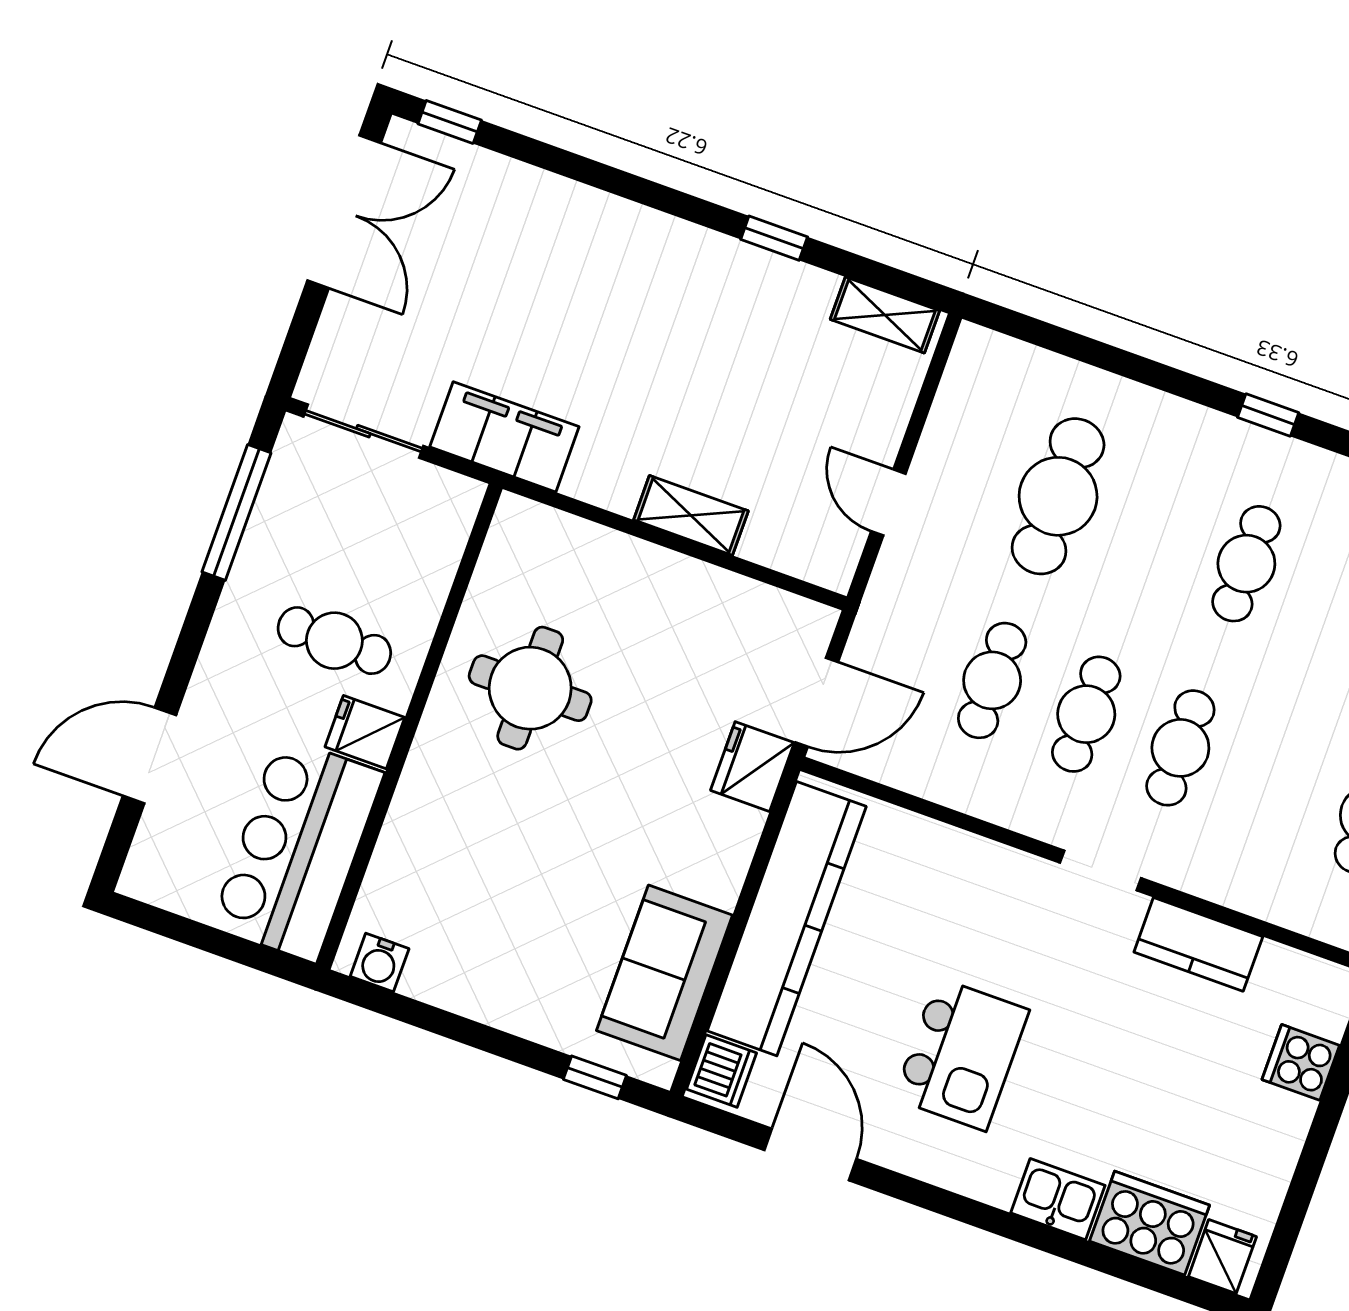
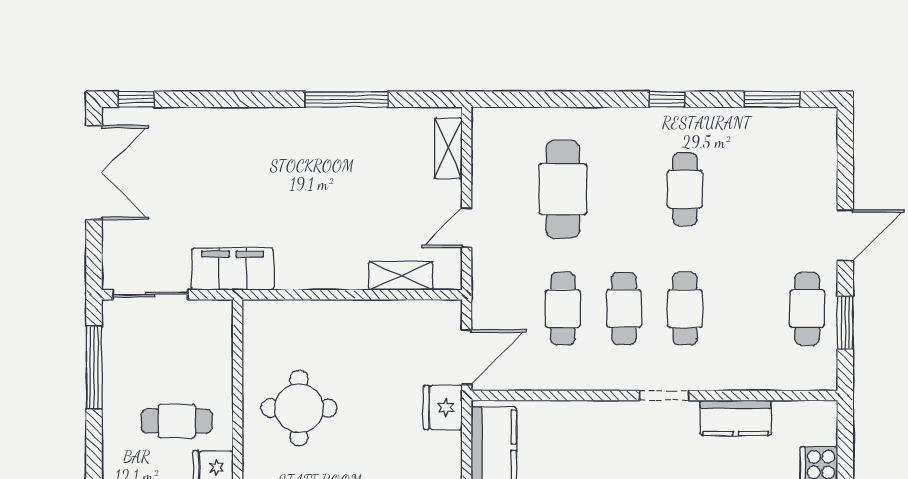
window: (774, 238) -> (347, 99), width x2.17
shelving: (885, 315) -> (448, 148), moved, turned 90
door: (888, 502) -> (467, 228), hinge flipped
shelving: (691, 515) -> (401, 276), moved

